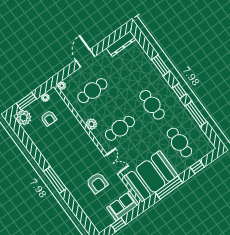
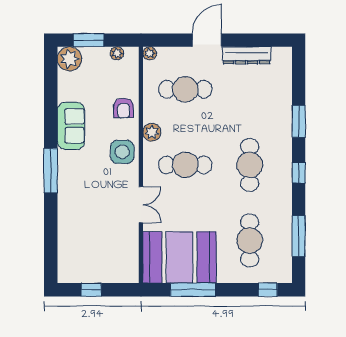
dresser: (121, 44) -> (247, 55), moved
window: (196, 114) -> (299, 236), moved
armchair: (49, 118) -> (124, 108), moved
side table: (84, 145) -> (122, 152), added
window: (197, 167) -> (268, 290), moved
armchair: (97, 183) -> (103, 215), removed
sofa: (123, 206) -> (71, 126), moved, turned 90

